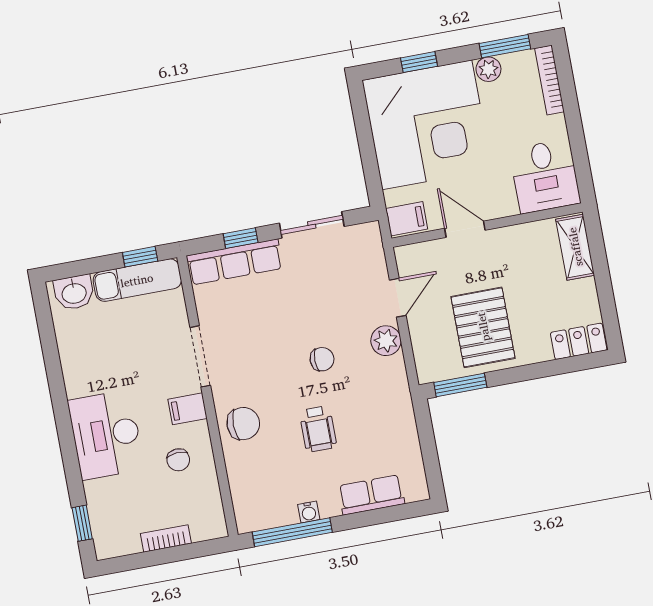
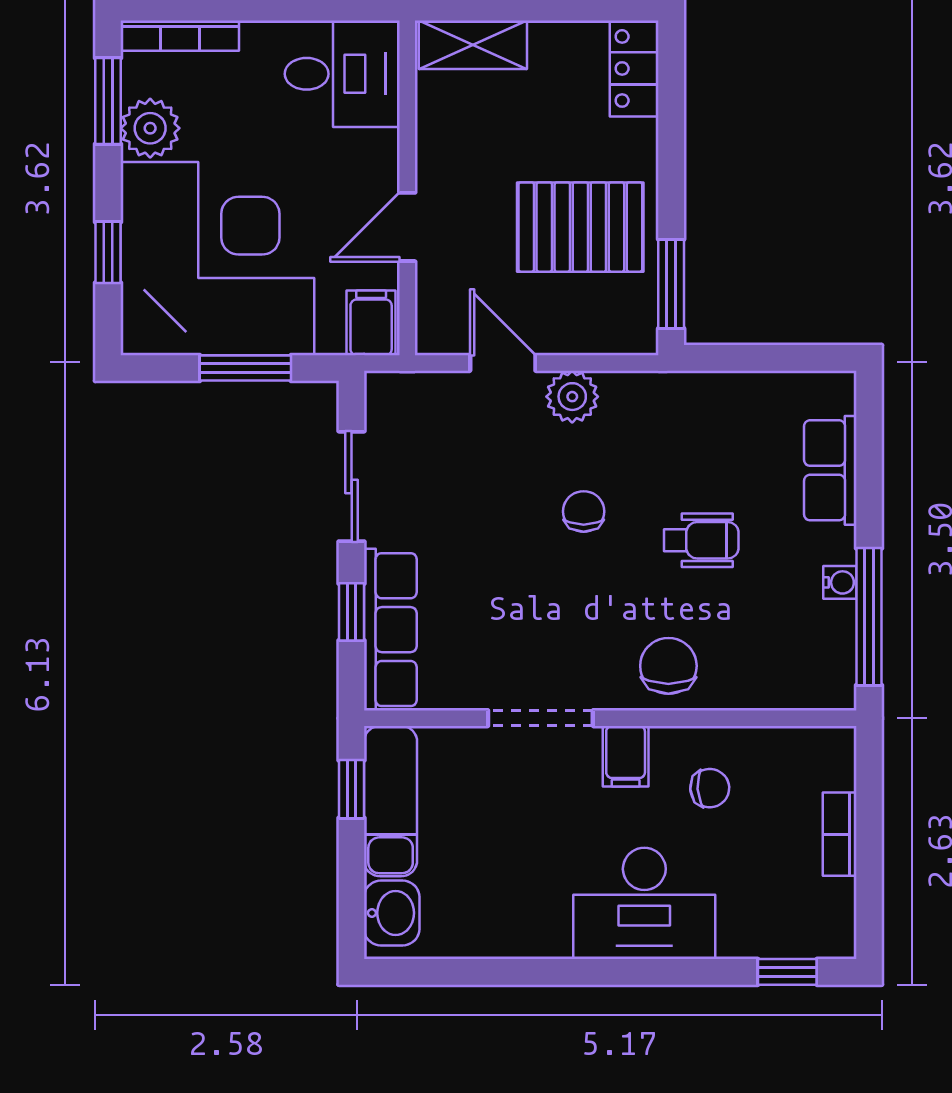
plant: (488, 69) -> (150, 128), width x1.38, depth x1.38
window: (368, 152) -> (245, 368), added

